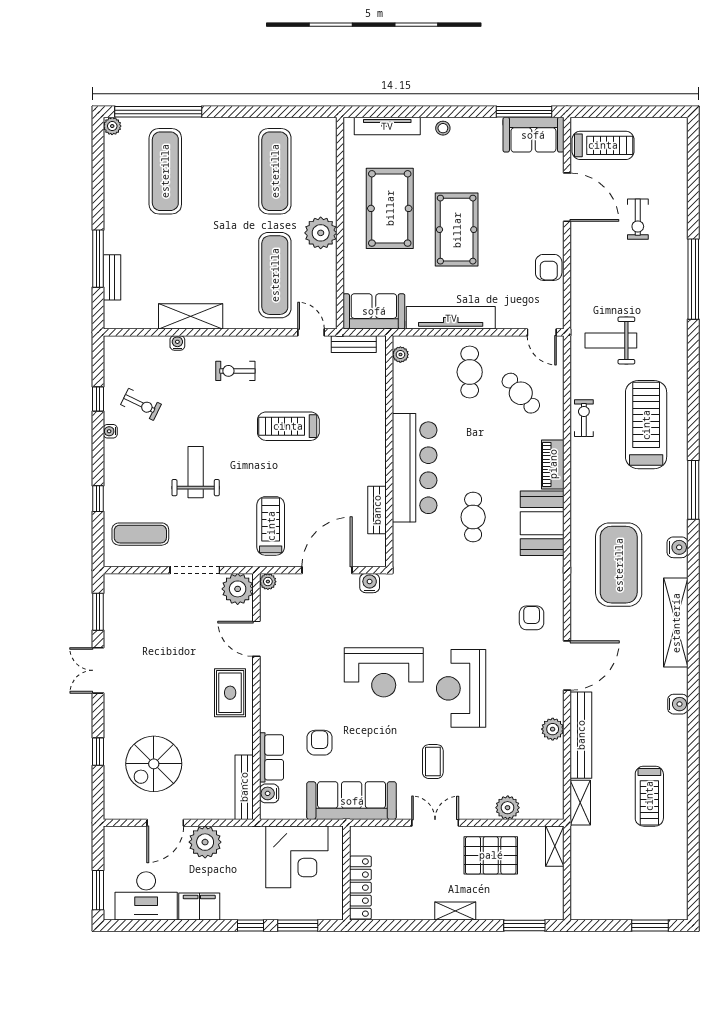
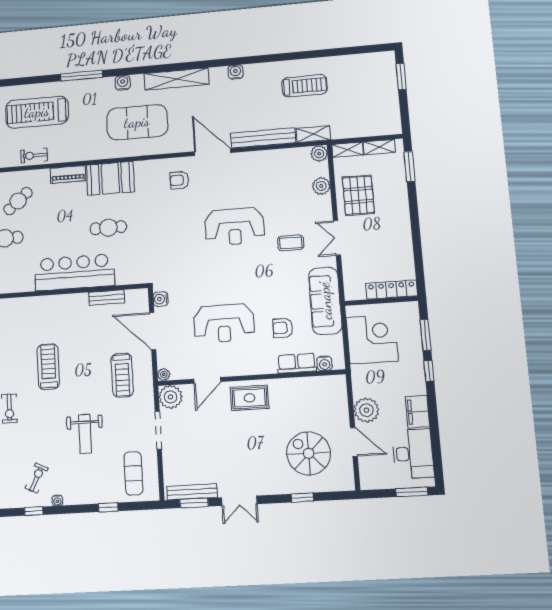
treadmill: (288, 426) -> (48, 367), turned 180
weight bench: (196, 472) -> (85, 434), turned -90
treadmill: (271, 526) -> (122, 375), turned -90
reception desk: (384, 672) -> (224, 323), moved, turned 90
plant: (553, 729) -> (319, 153), moved
spiral stairs: (154, 764) -> (309, 453), turned 180
bench: (244, 787) -> (192, 492), moved
shelving: (455, 911) -> (379, 147), moved, turned 90

